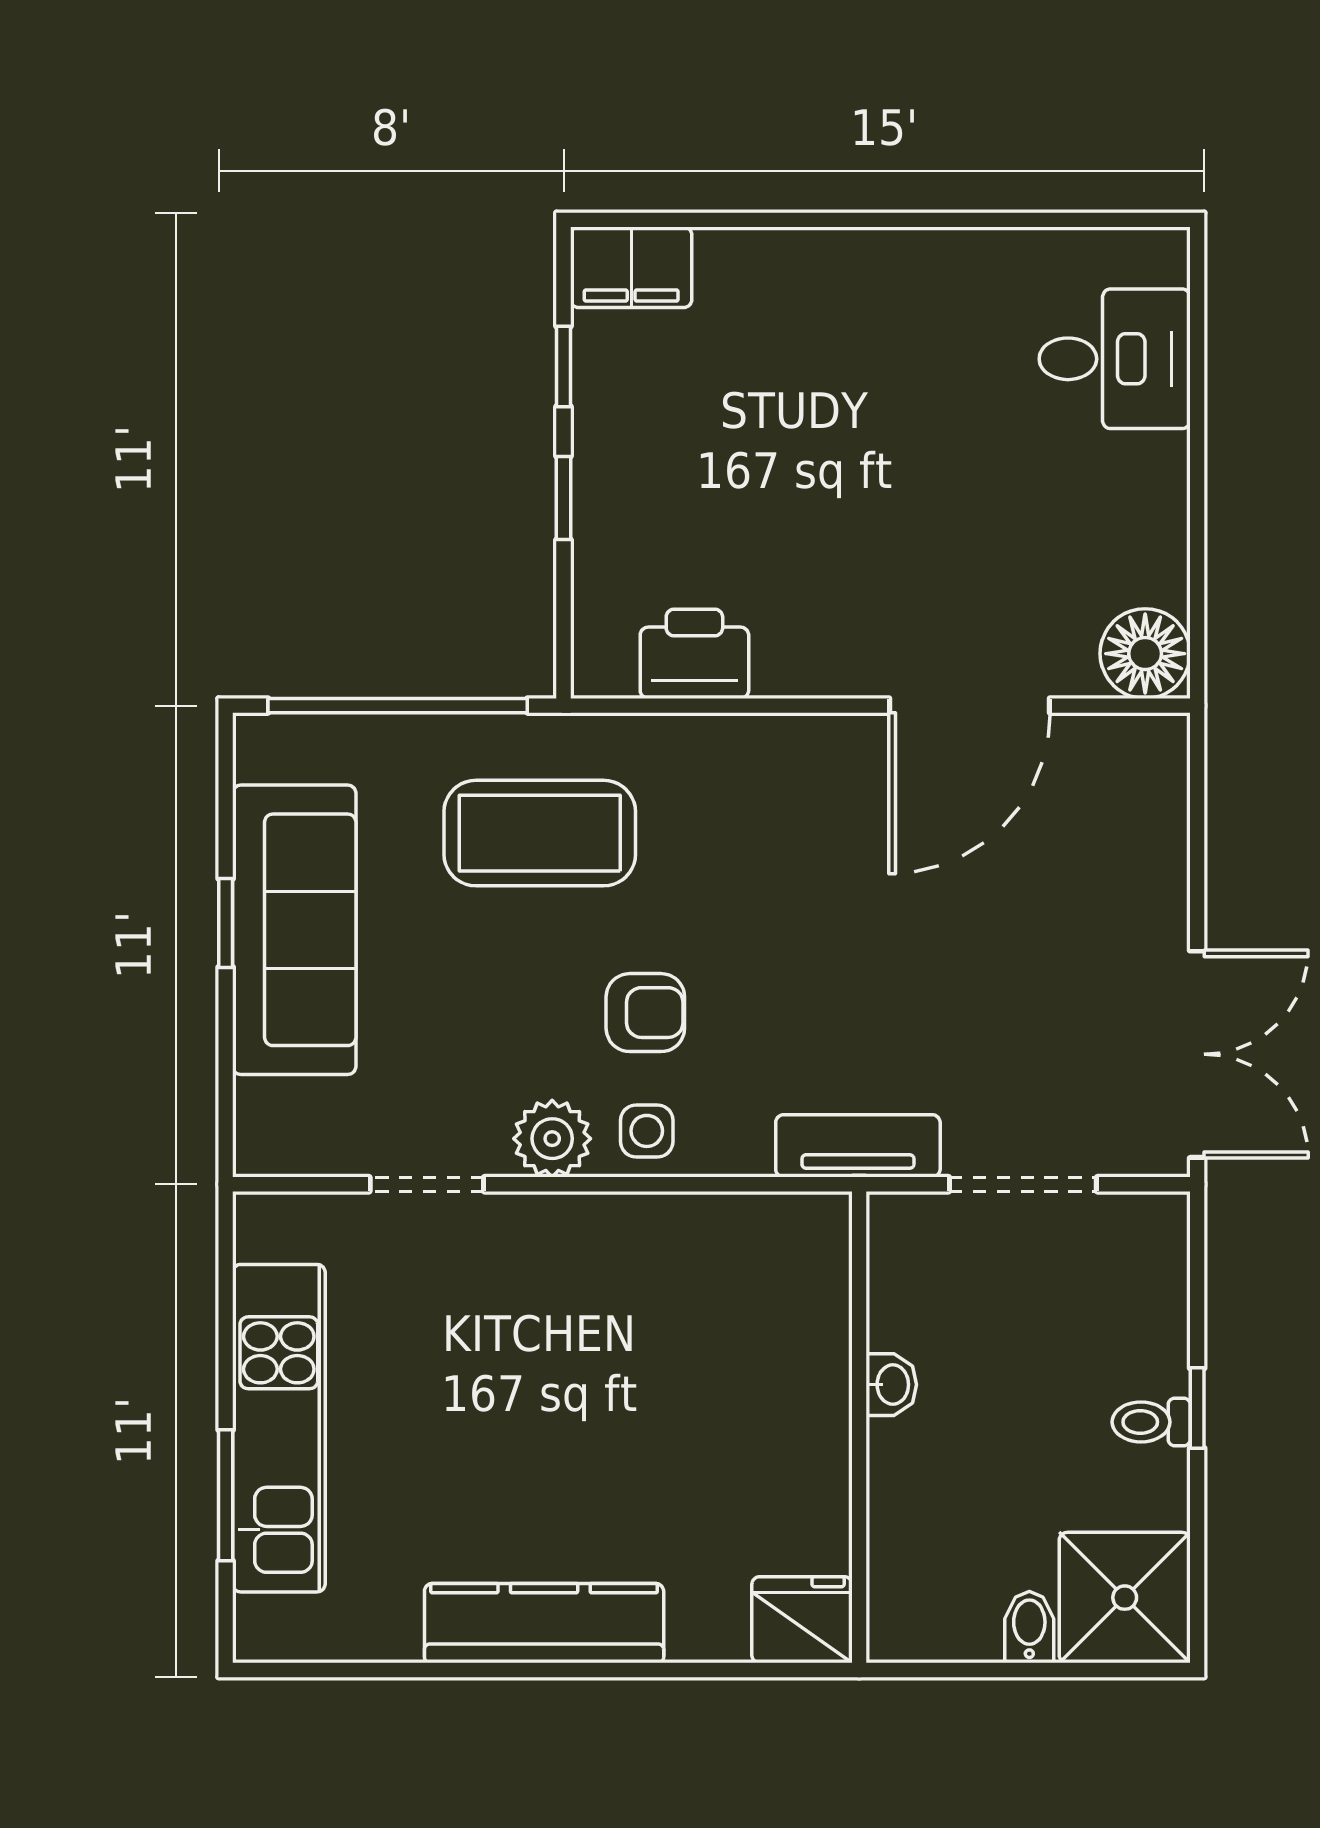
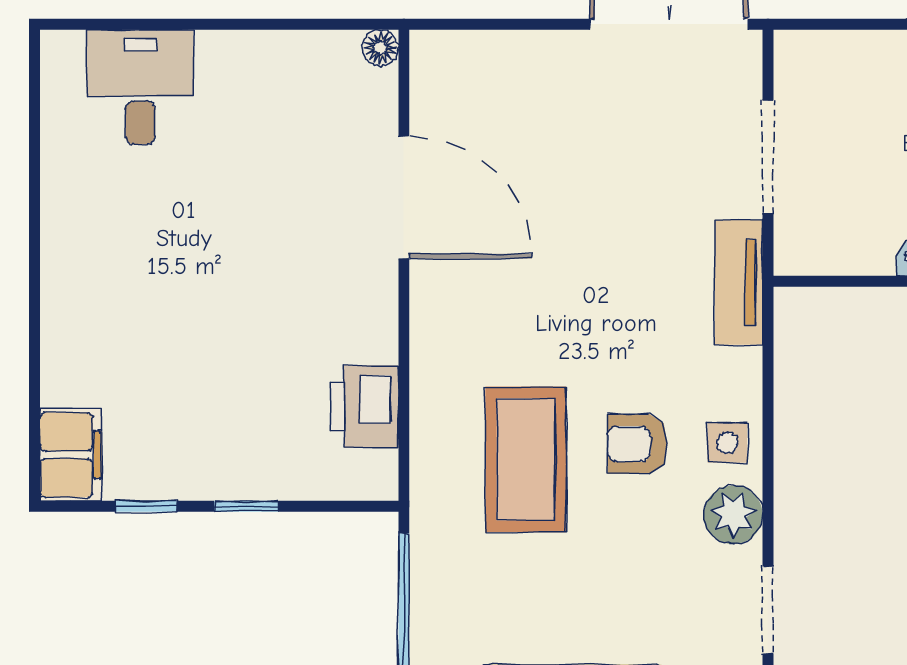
floor lamp: (1145, 654) -> (380, 48), width x0.53, depth x0.53
coffee table: (540, 833) -> (526, 459), moved
armchair: (645, 1013) -> (637, 444), turned -90

